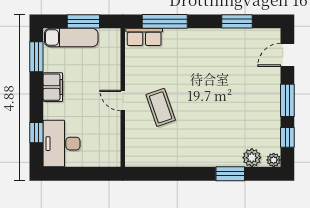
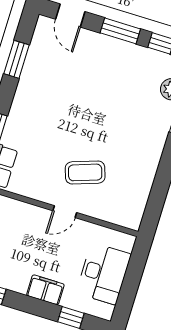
filing cabinet: (53, 87) -> (45, 290), moved
desk: (62, 144) -> (104, 274), moved, turned -90

